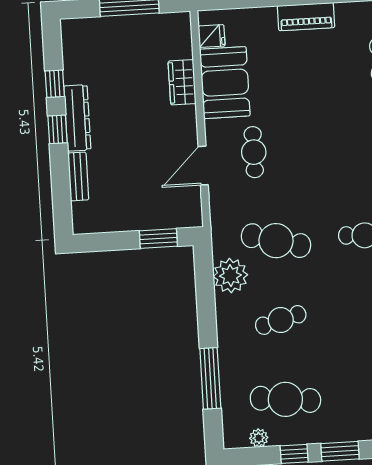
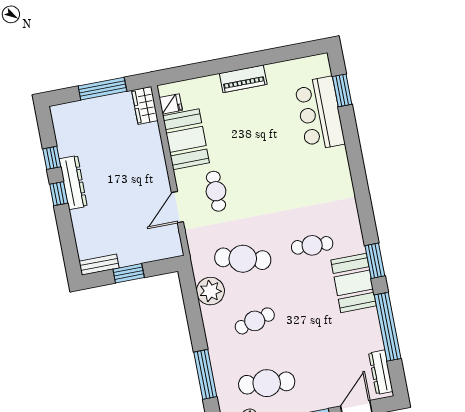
wardrobe: (182, 82) -> (145, 105), moved
bench: (78, 176) -> (99, 265), moved, turned 90
window: (158, 239) -> (129, 273), moved

